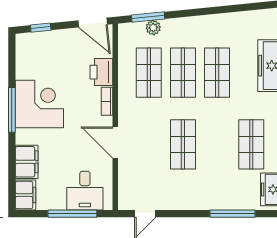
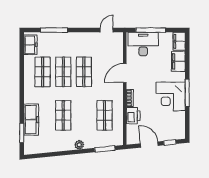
door: (93, 23) -> (149, 145), moved
plant: (153, 28) -> (79, 145), moved
shop shelf: (183, 73) -> (63, 72), moved
door: (115, 142) -> (125, 73), swing flipped
desk: (85, 191) -> (143, 44), width x1.37

